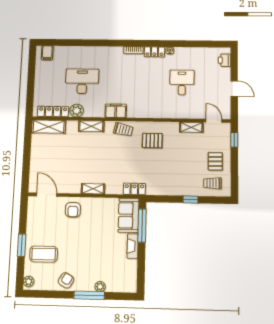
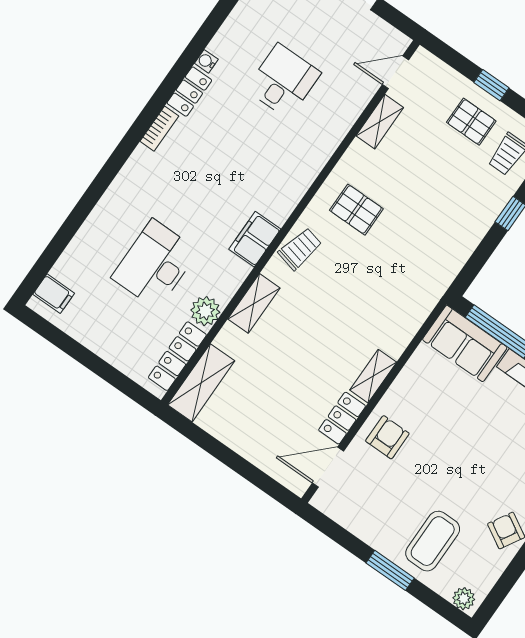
desk: (182, 82) -> (283, 81), turned 90
window: (234, 140) -> (491, 85), moved
pallet: (152, 141) -> (356, 210), turned 90
locker: (134, 189) -> (342, 418), moved
armchair: (73, 210) -> (387, 437), turned -90

